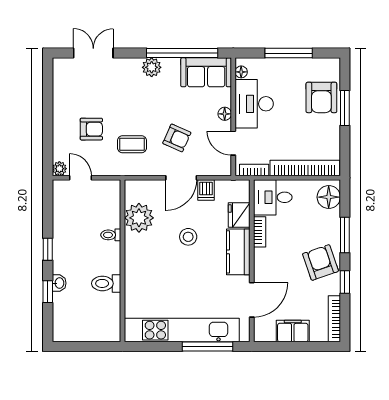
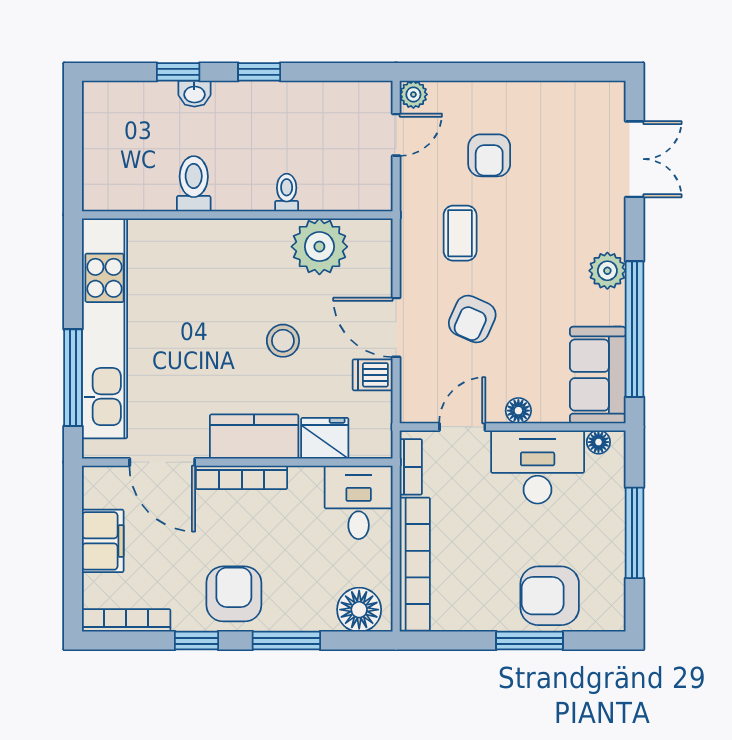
bookcase: (260, 232) -> (242, 477), moved, width x1.56
armchair: (320, 262) -> (234, 594), turned -71

